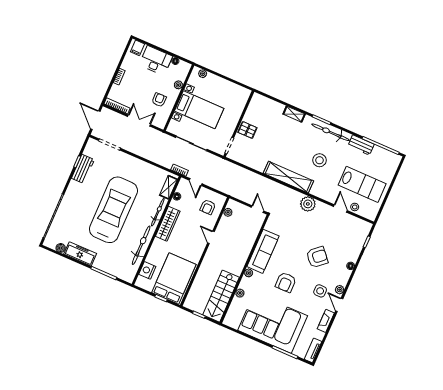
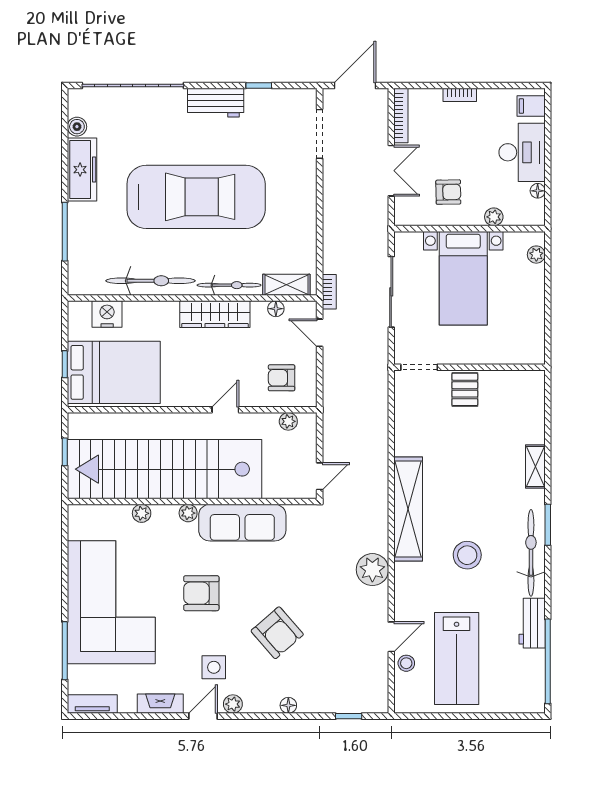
workbench: (83, 169) -> (216, 103), moved
door: (196, 182) -> (320, 333), hinge flipped
stairs: (221, 296) -> (164, 469), width x1.86, depth x1.51

